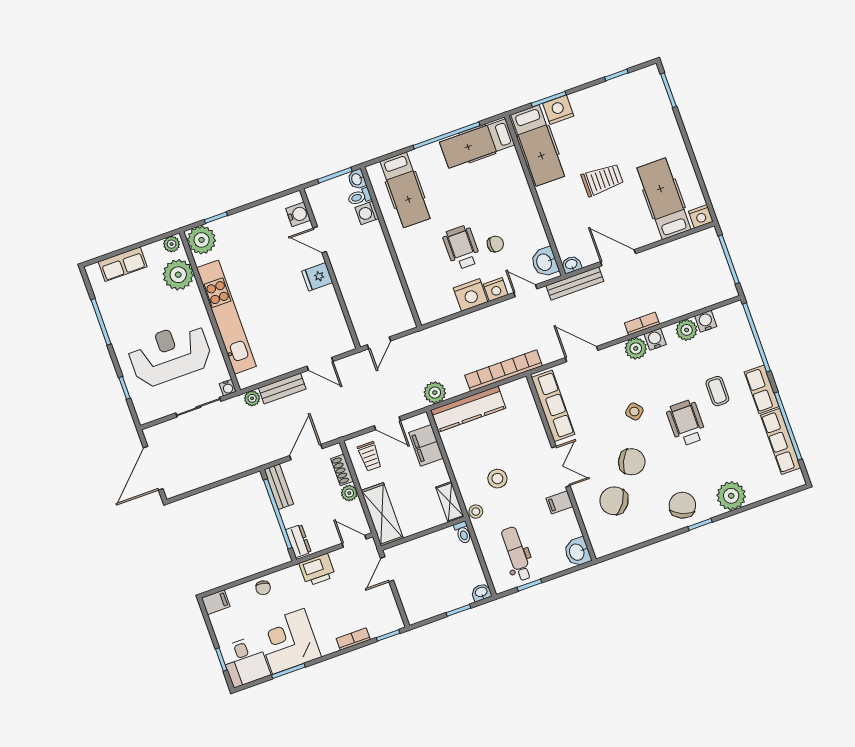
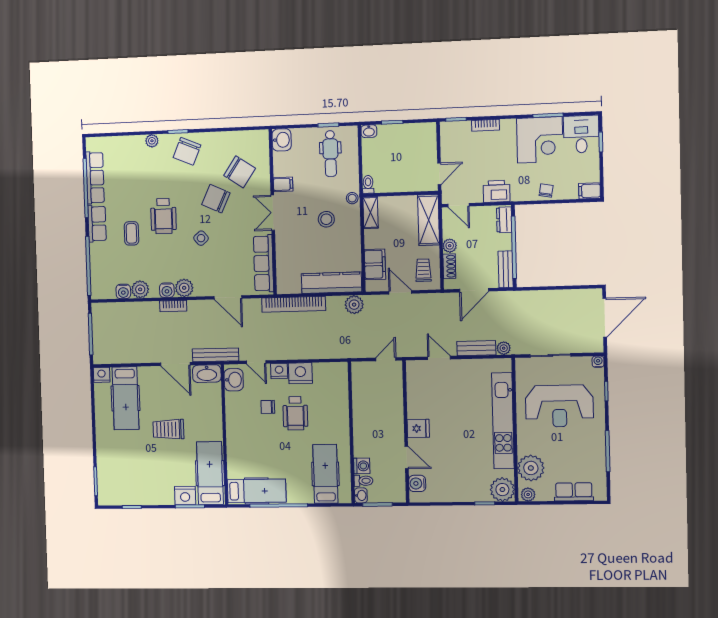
washbasin: (571, 265) -> (207, 374), width x1.91, depth x1.45
water cooler: (228, 388) -> (598, 362), moved
plant: (731, 496) -> (152, 141), width x0.53, depth x0.53

